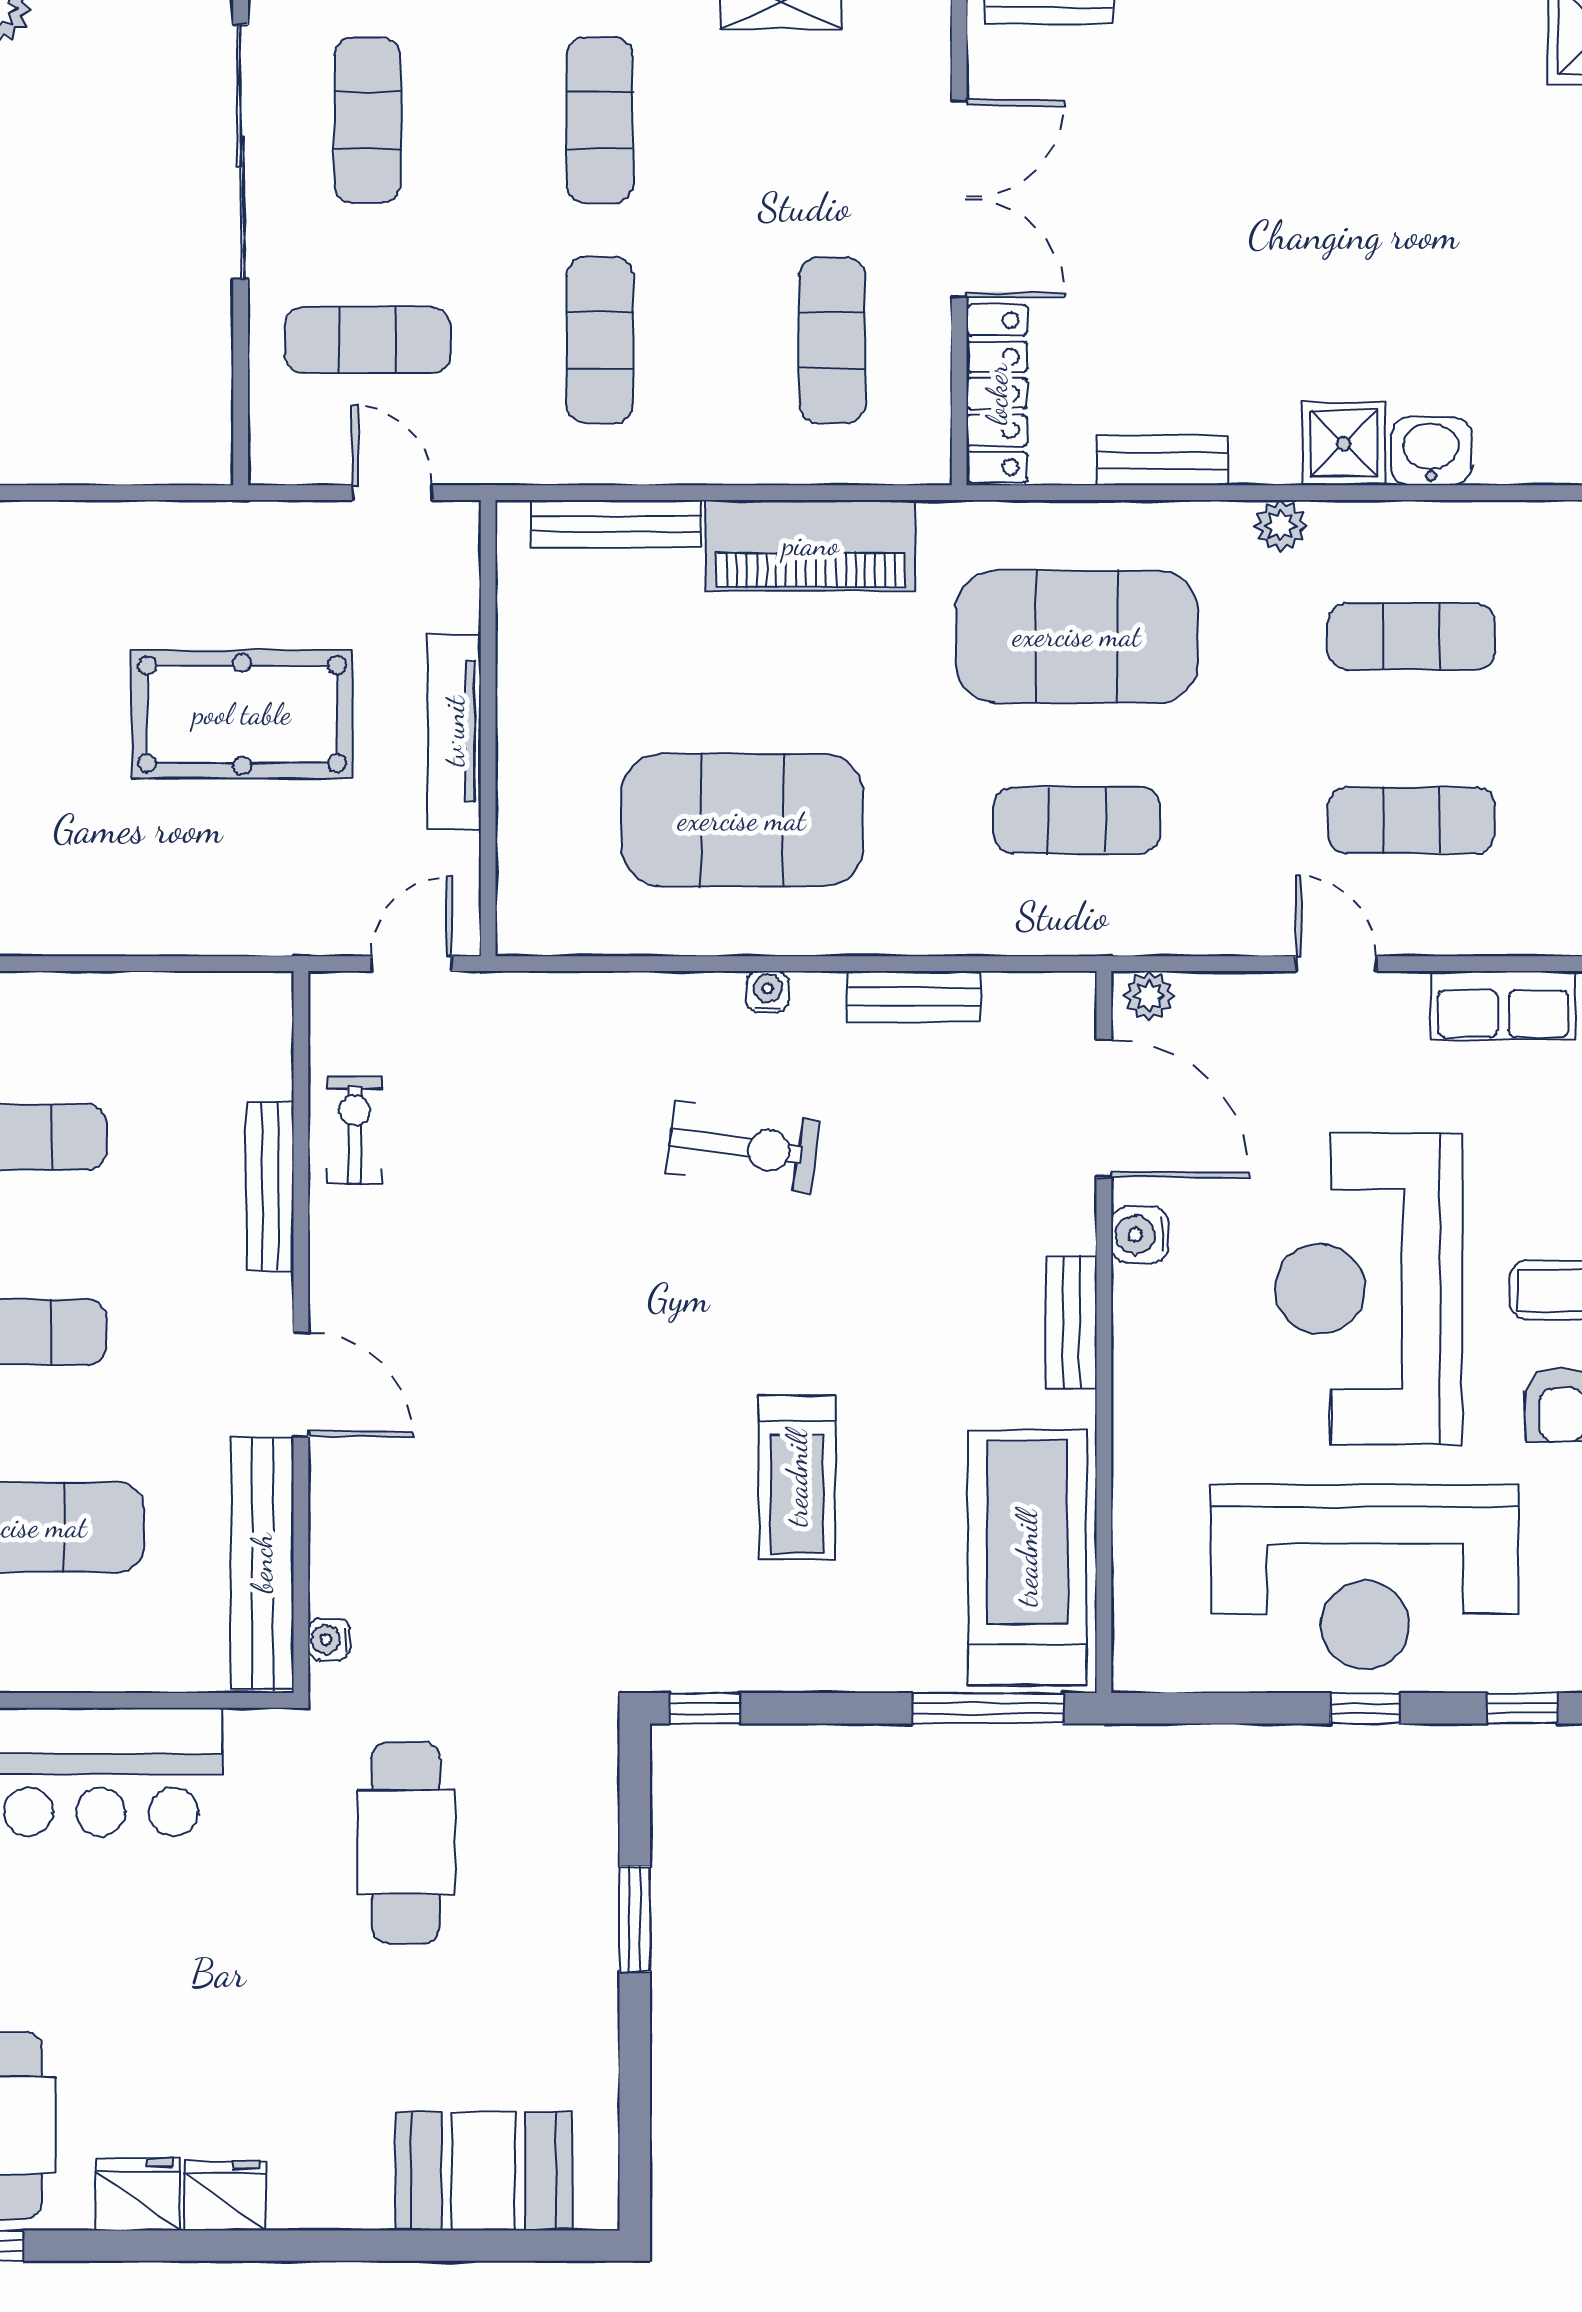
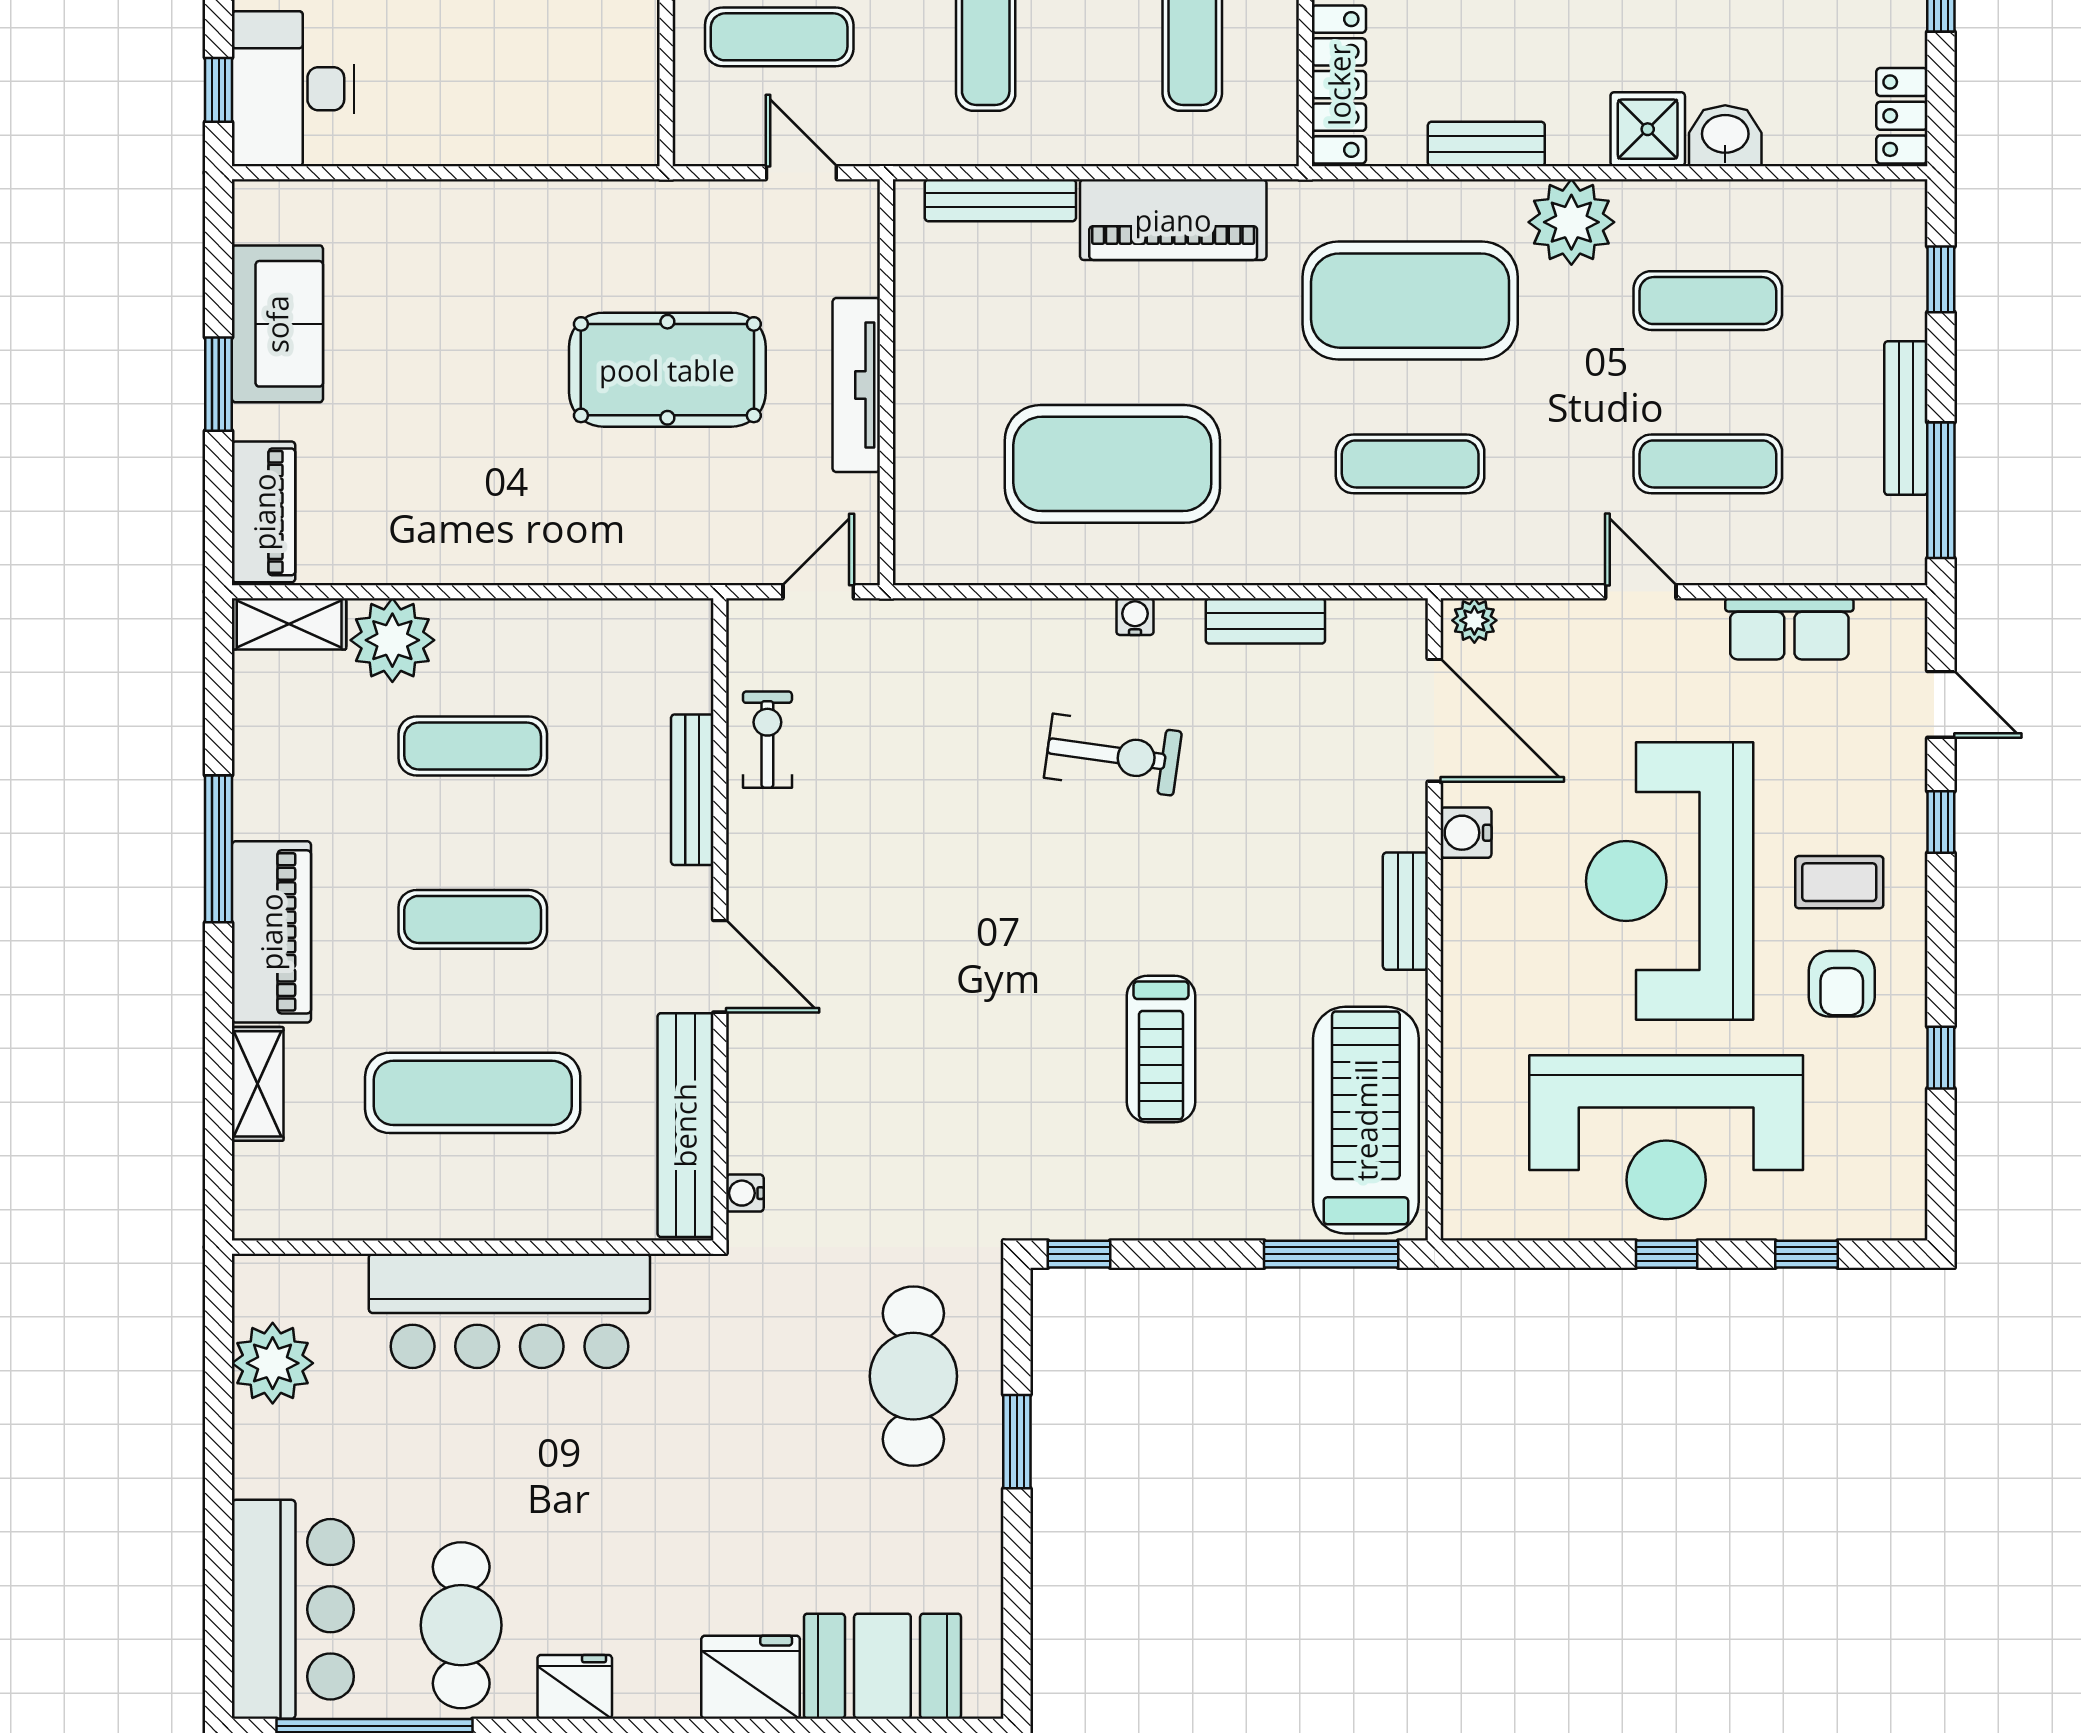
plant: (1281, 526) -> (1571, 222), width x1.87, depth x1.87
cafe table: (406, 1842) -> (913, 1376), moved
fridge: (225, 2196) -> (751, 1677), moved, width x1.36, depth x1.34

